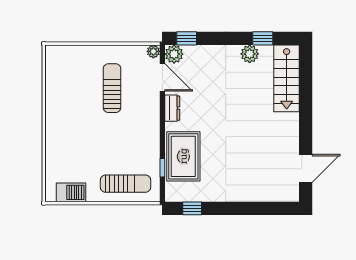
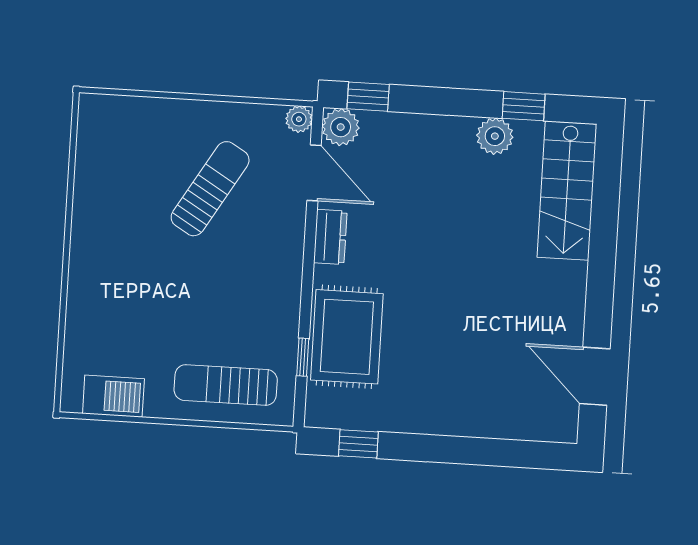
sun lounger: (112, 88) -> (210, 189), turned 31
door: (306, 168) -> (595, 376), swing flipped
sun lounger: (126, 184) -> (226, 385), turned 180

